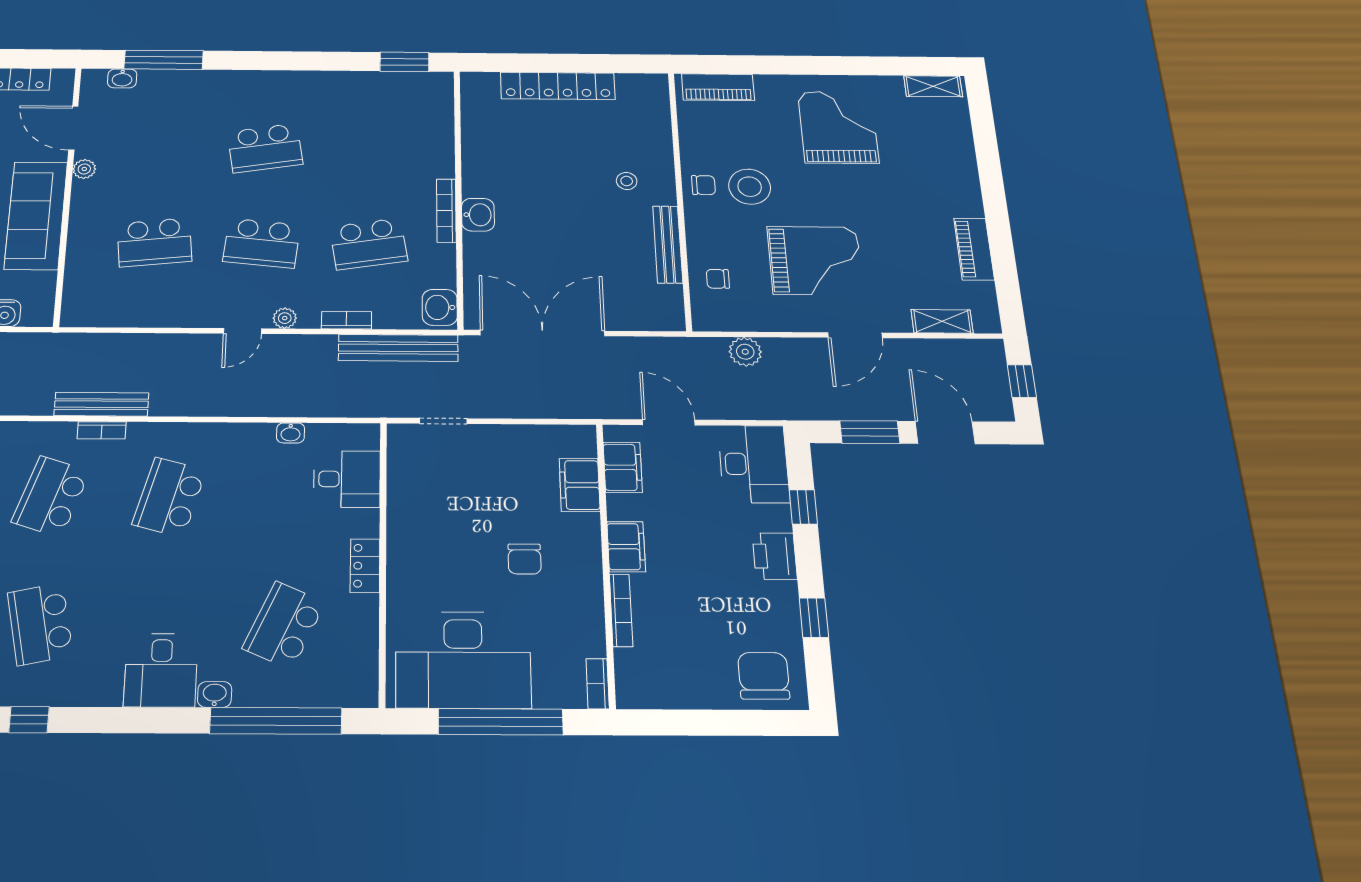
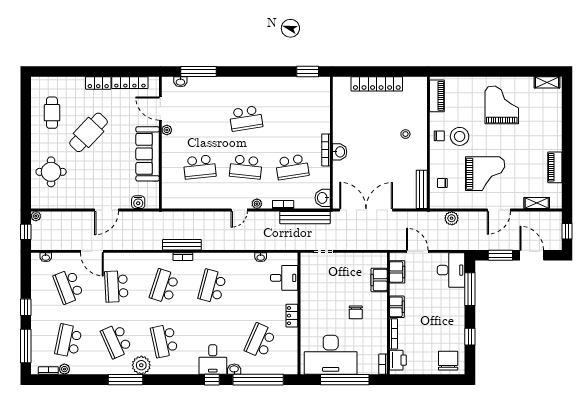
piano: (718, 87) -> (437, 96), moved, turned -90
bench: (668, 244) -> (422, 189), moved
window: (803, 507) -> (470, 289), width x2.17
printer: (775, 556) -> (398, 360), moved, turned 180
window: (29, 720) -> (212, 380), moved

